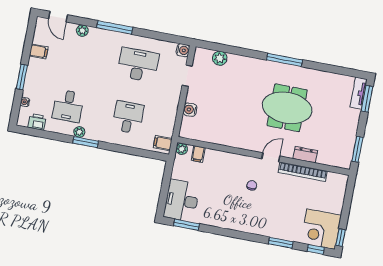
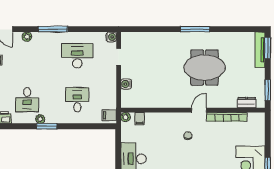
plant: (220, 58) -> (142, 38), removed
tv unit: (359, 93) -> (260, 50), width x1.41
dresser: (305, 155) -> (247, 103), moved

